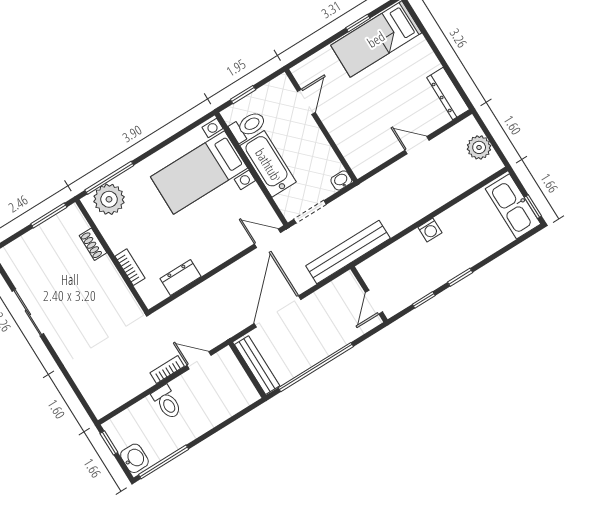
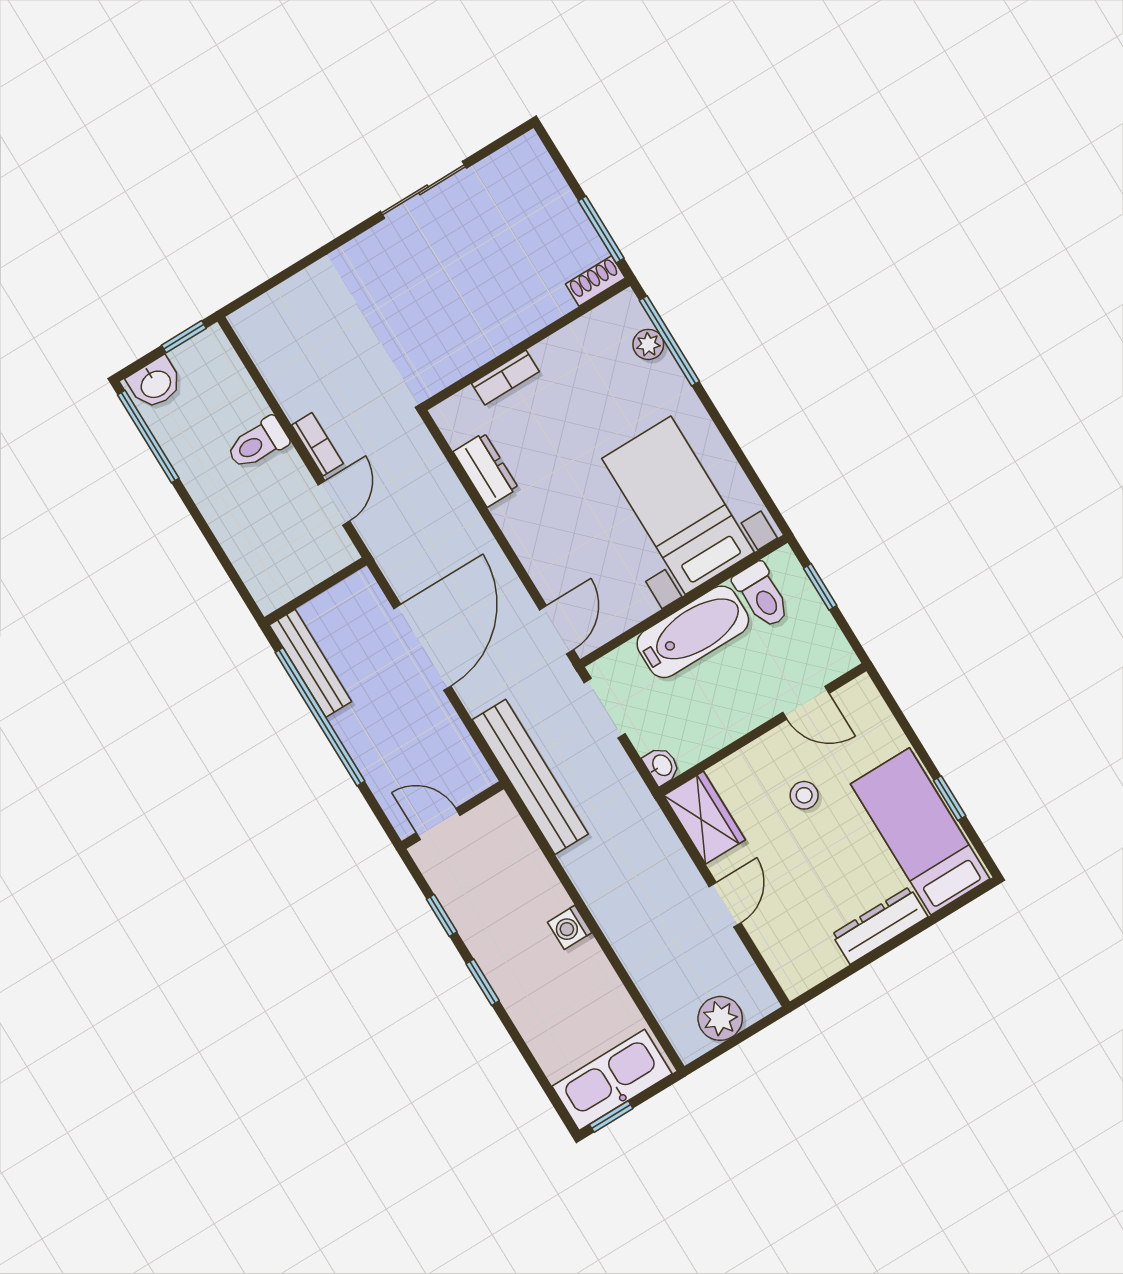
dresser: (448, 93) -> (880, 925), moved
stool: (357, 102) -> (804, 795), added
wardrobe: (369, 157) -> (704, 818), added
plant: (109, 199) -> (648, 344), width x0.53, depth x0.53
shoe rack: (93, 244) -> (595, 281), moved
door: (278, 311) -> (422, 647), hinge flipped
bench: (257, 365) -> (310, 663), moved, turned 90

